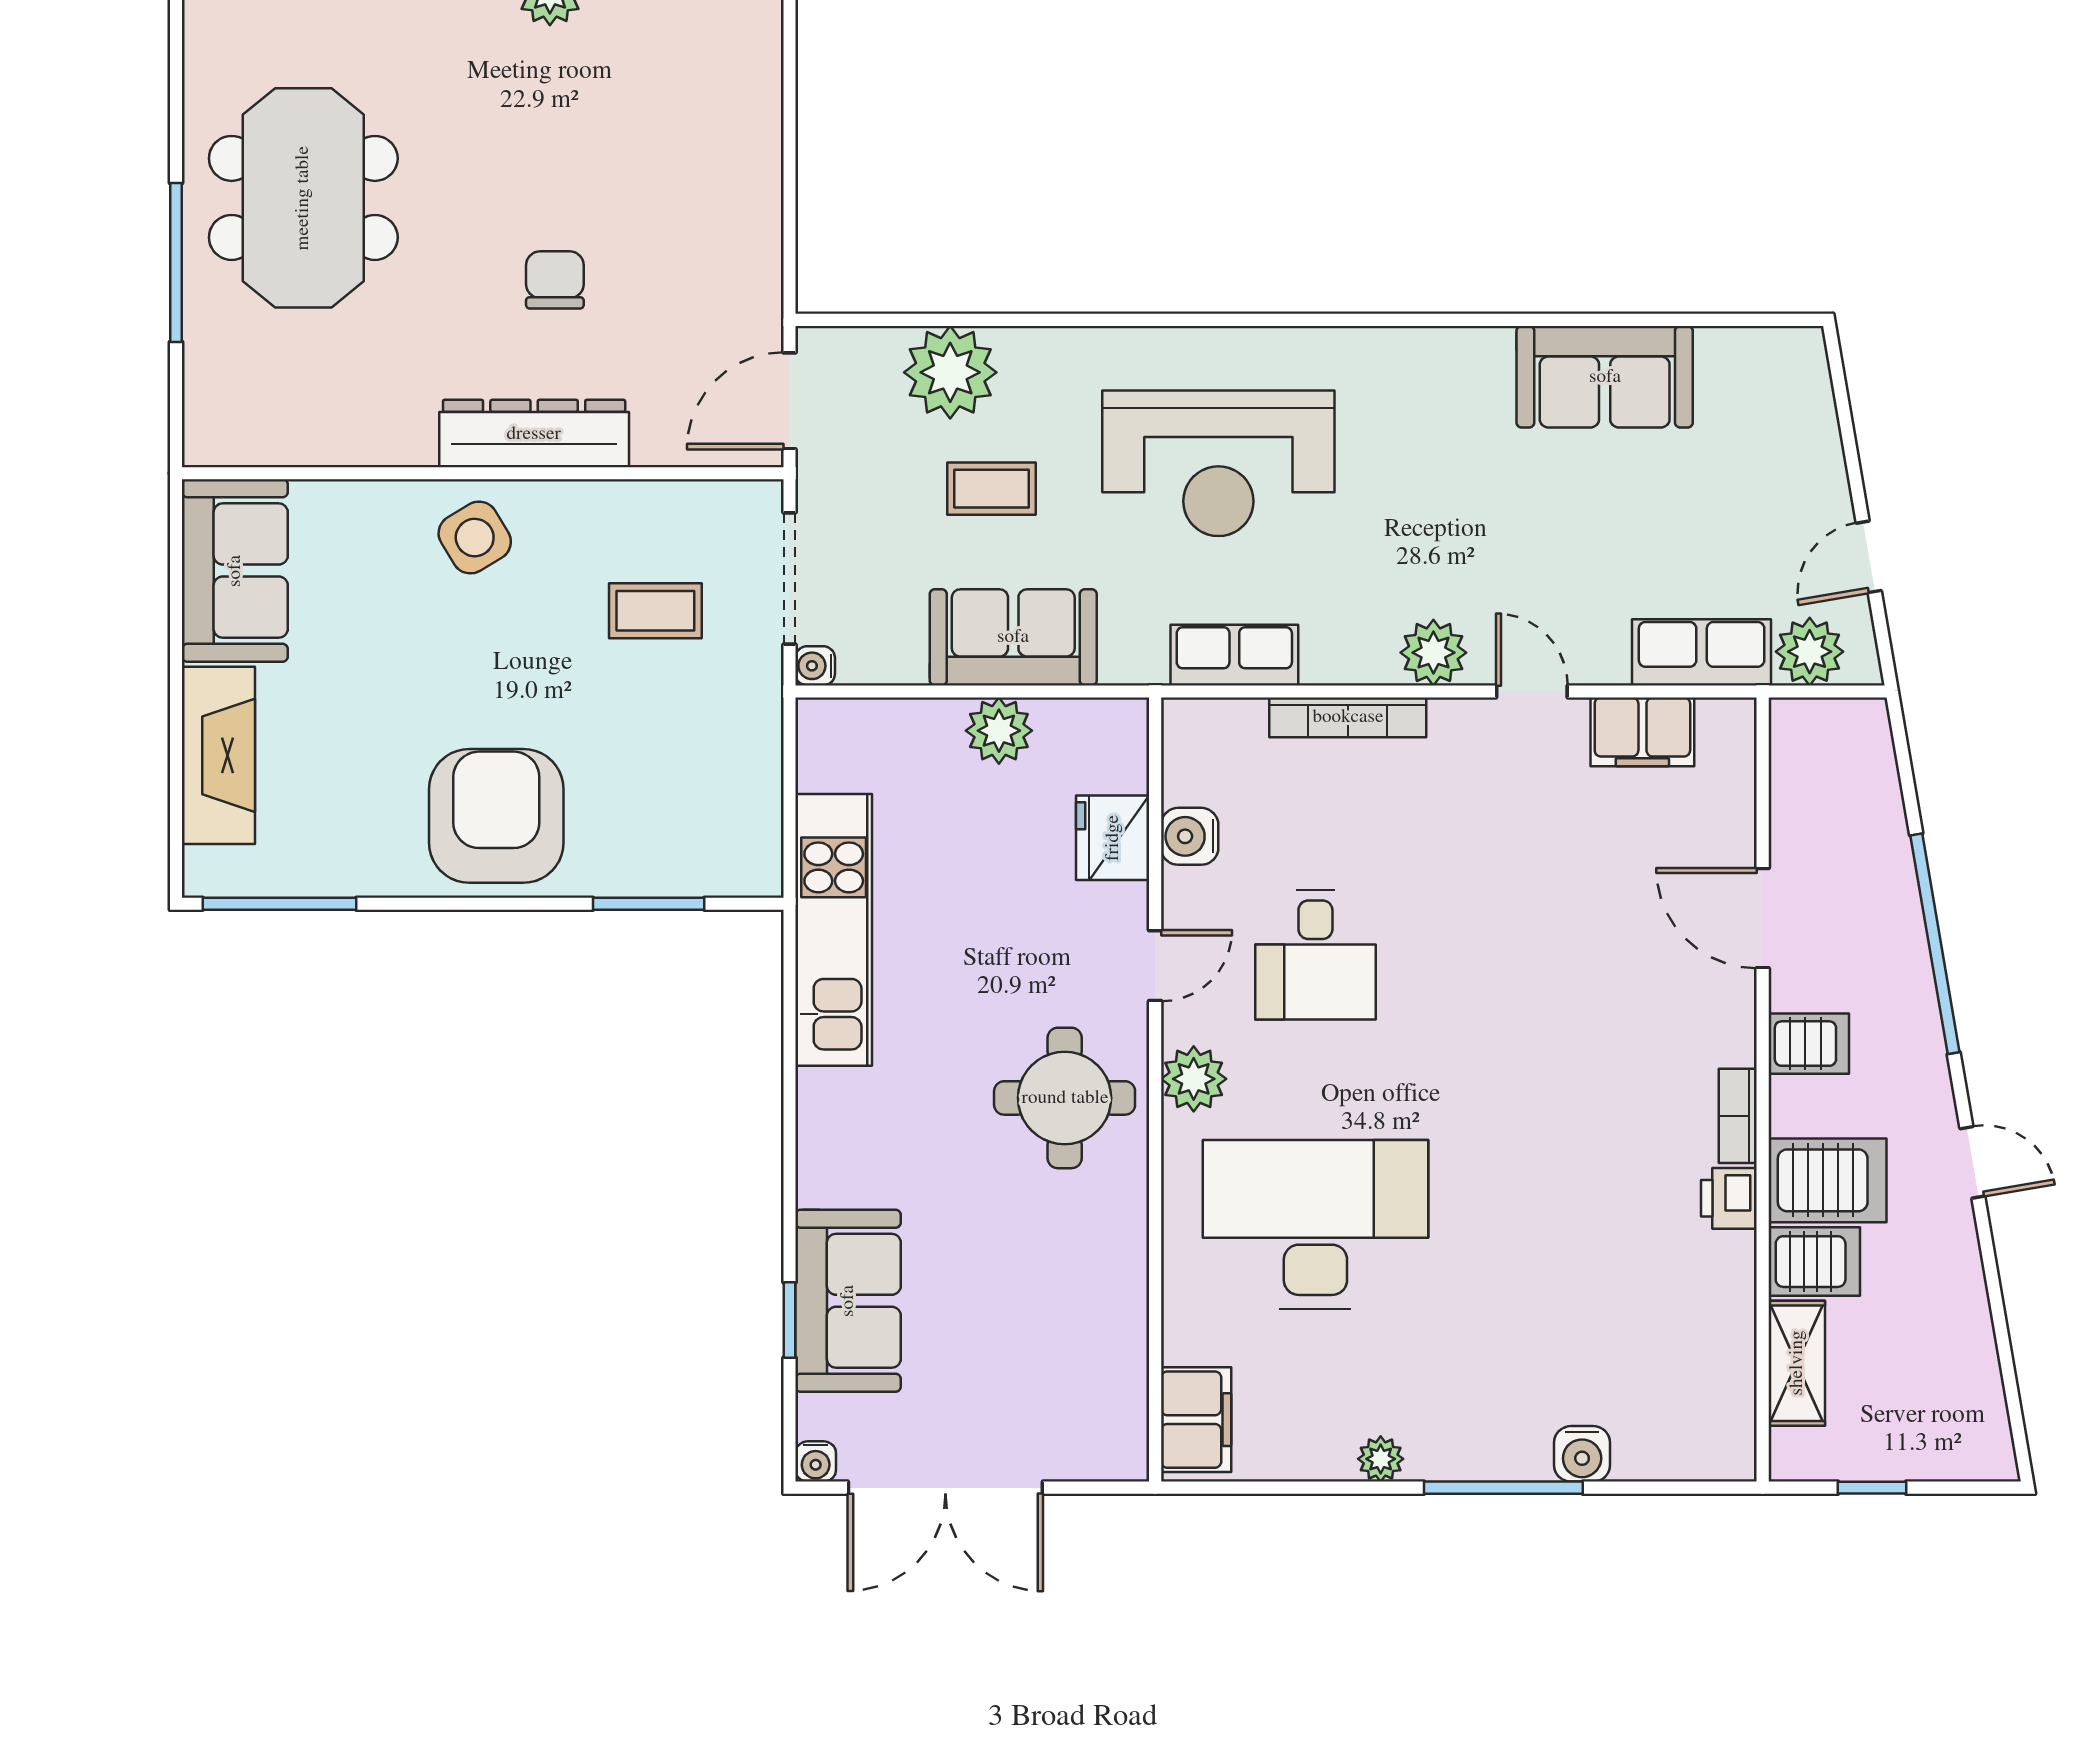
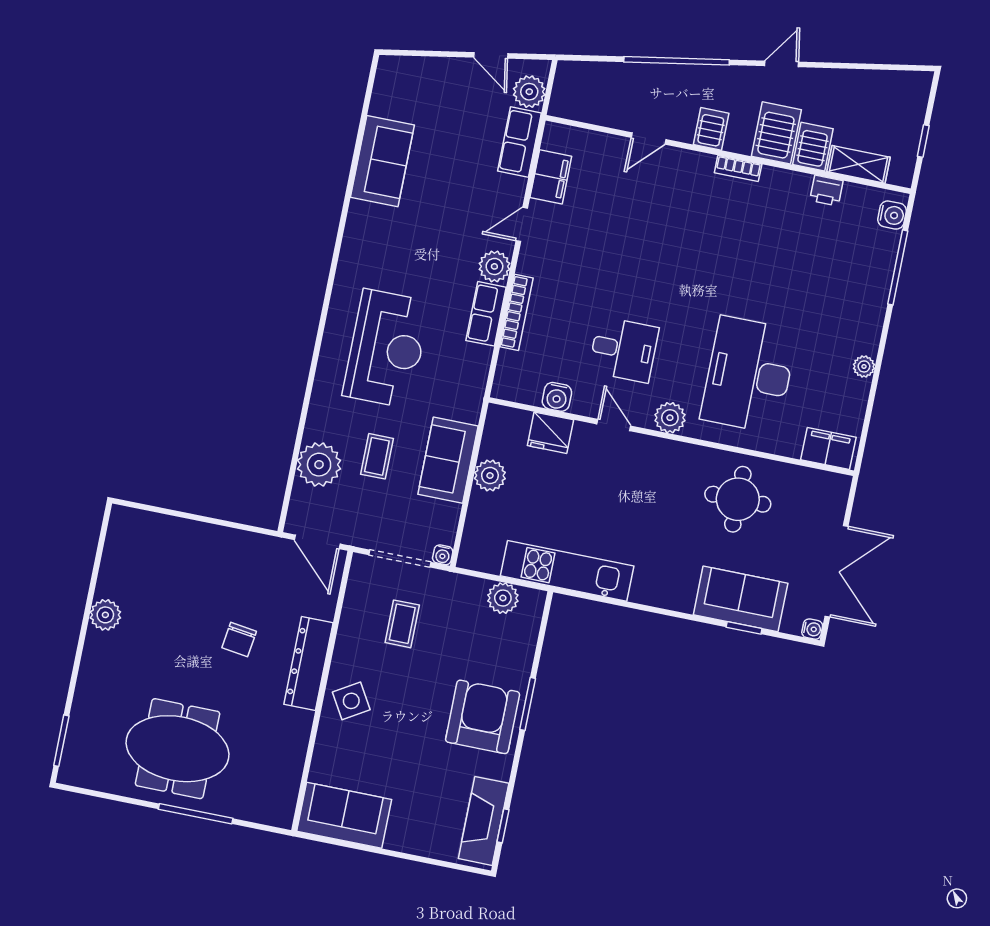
chair: (555, 280) -> (239, 640), turned -82
row of seats: (1234, 655) -> (486, 314), moved
fireplace: (218, 755) -> (484, 821), moved, turned -90
plant: (751, 808) -> (503, 598), added
armchair: (496, 816) -> (483, 717), turned 90
window: (279, 904) -> (503, 826), width x0.46
window: (649, 904) -> (528, 704), moved
door: (1763, 918) -> (649, 138), width x0.73
round table: (1065, 1098) -> (738, 499), moved
printer: (1729, 1198) -> (826, 191), moved
water cooler: (1582, 1454) -> (892, 215), moved
window: (1503, 1488) -> (898, 267), moved

